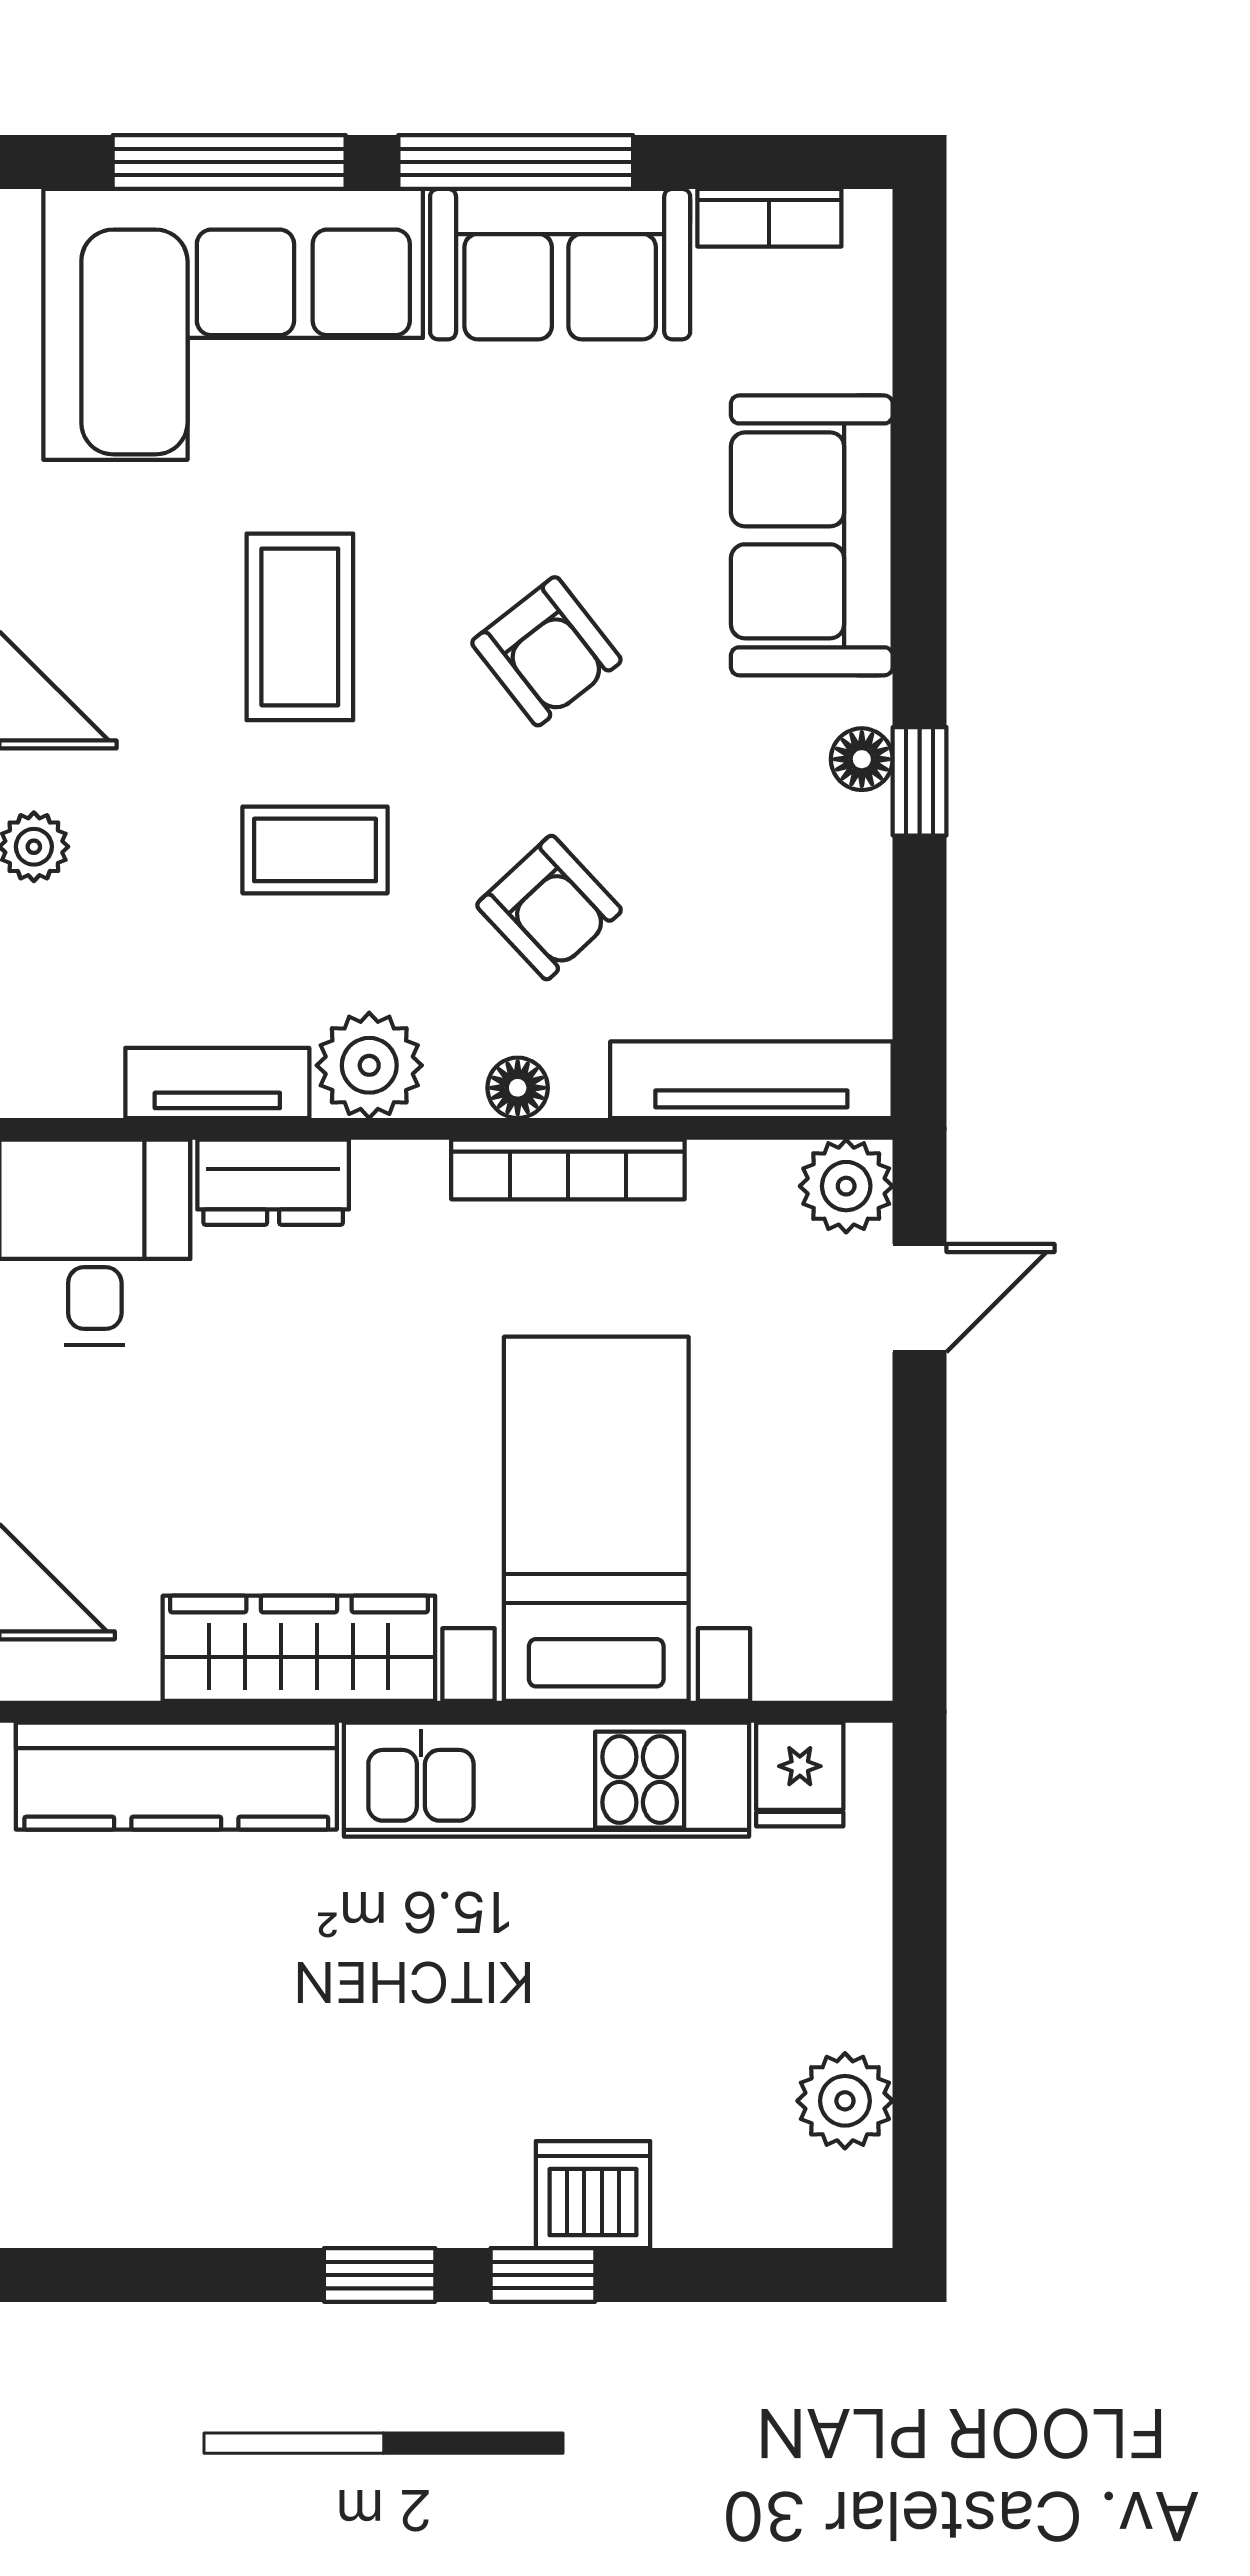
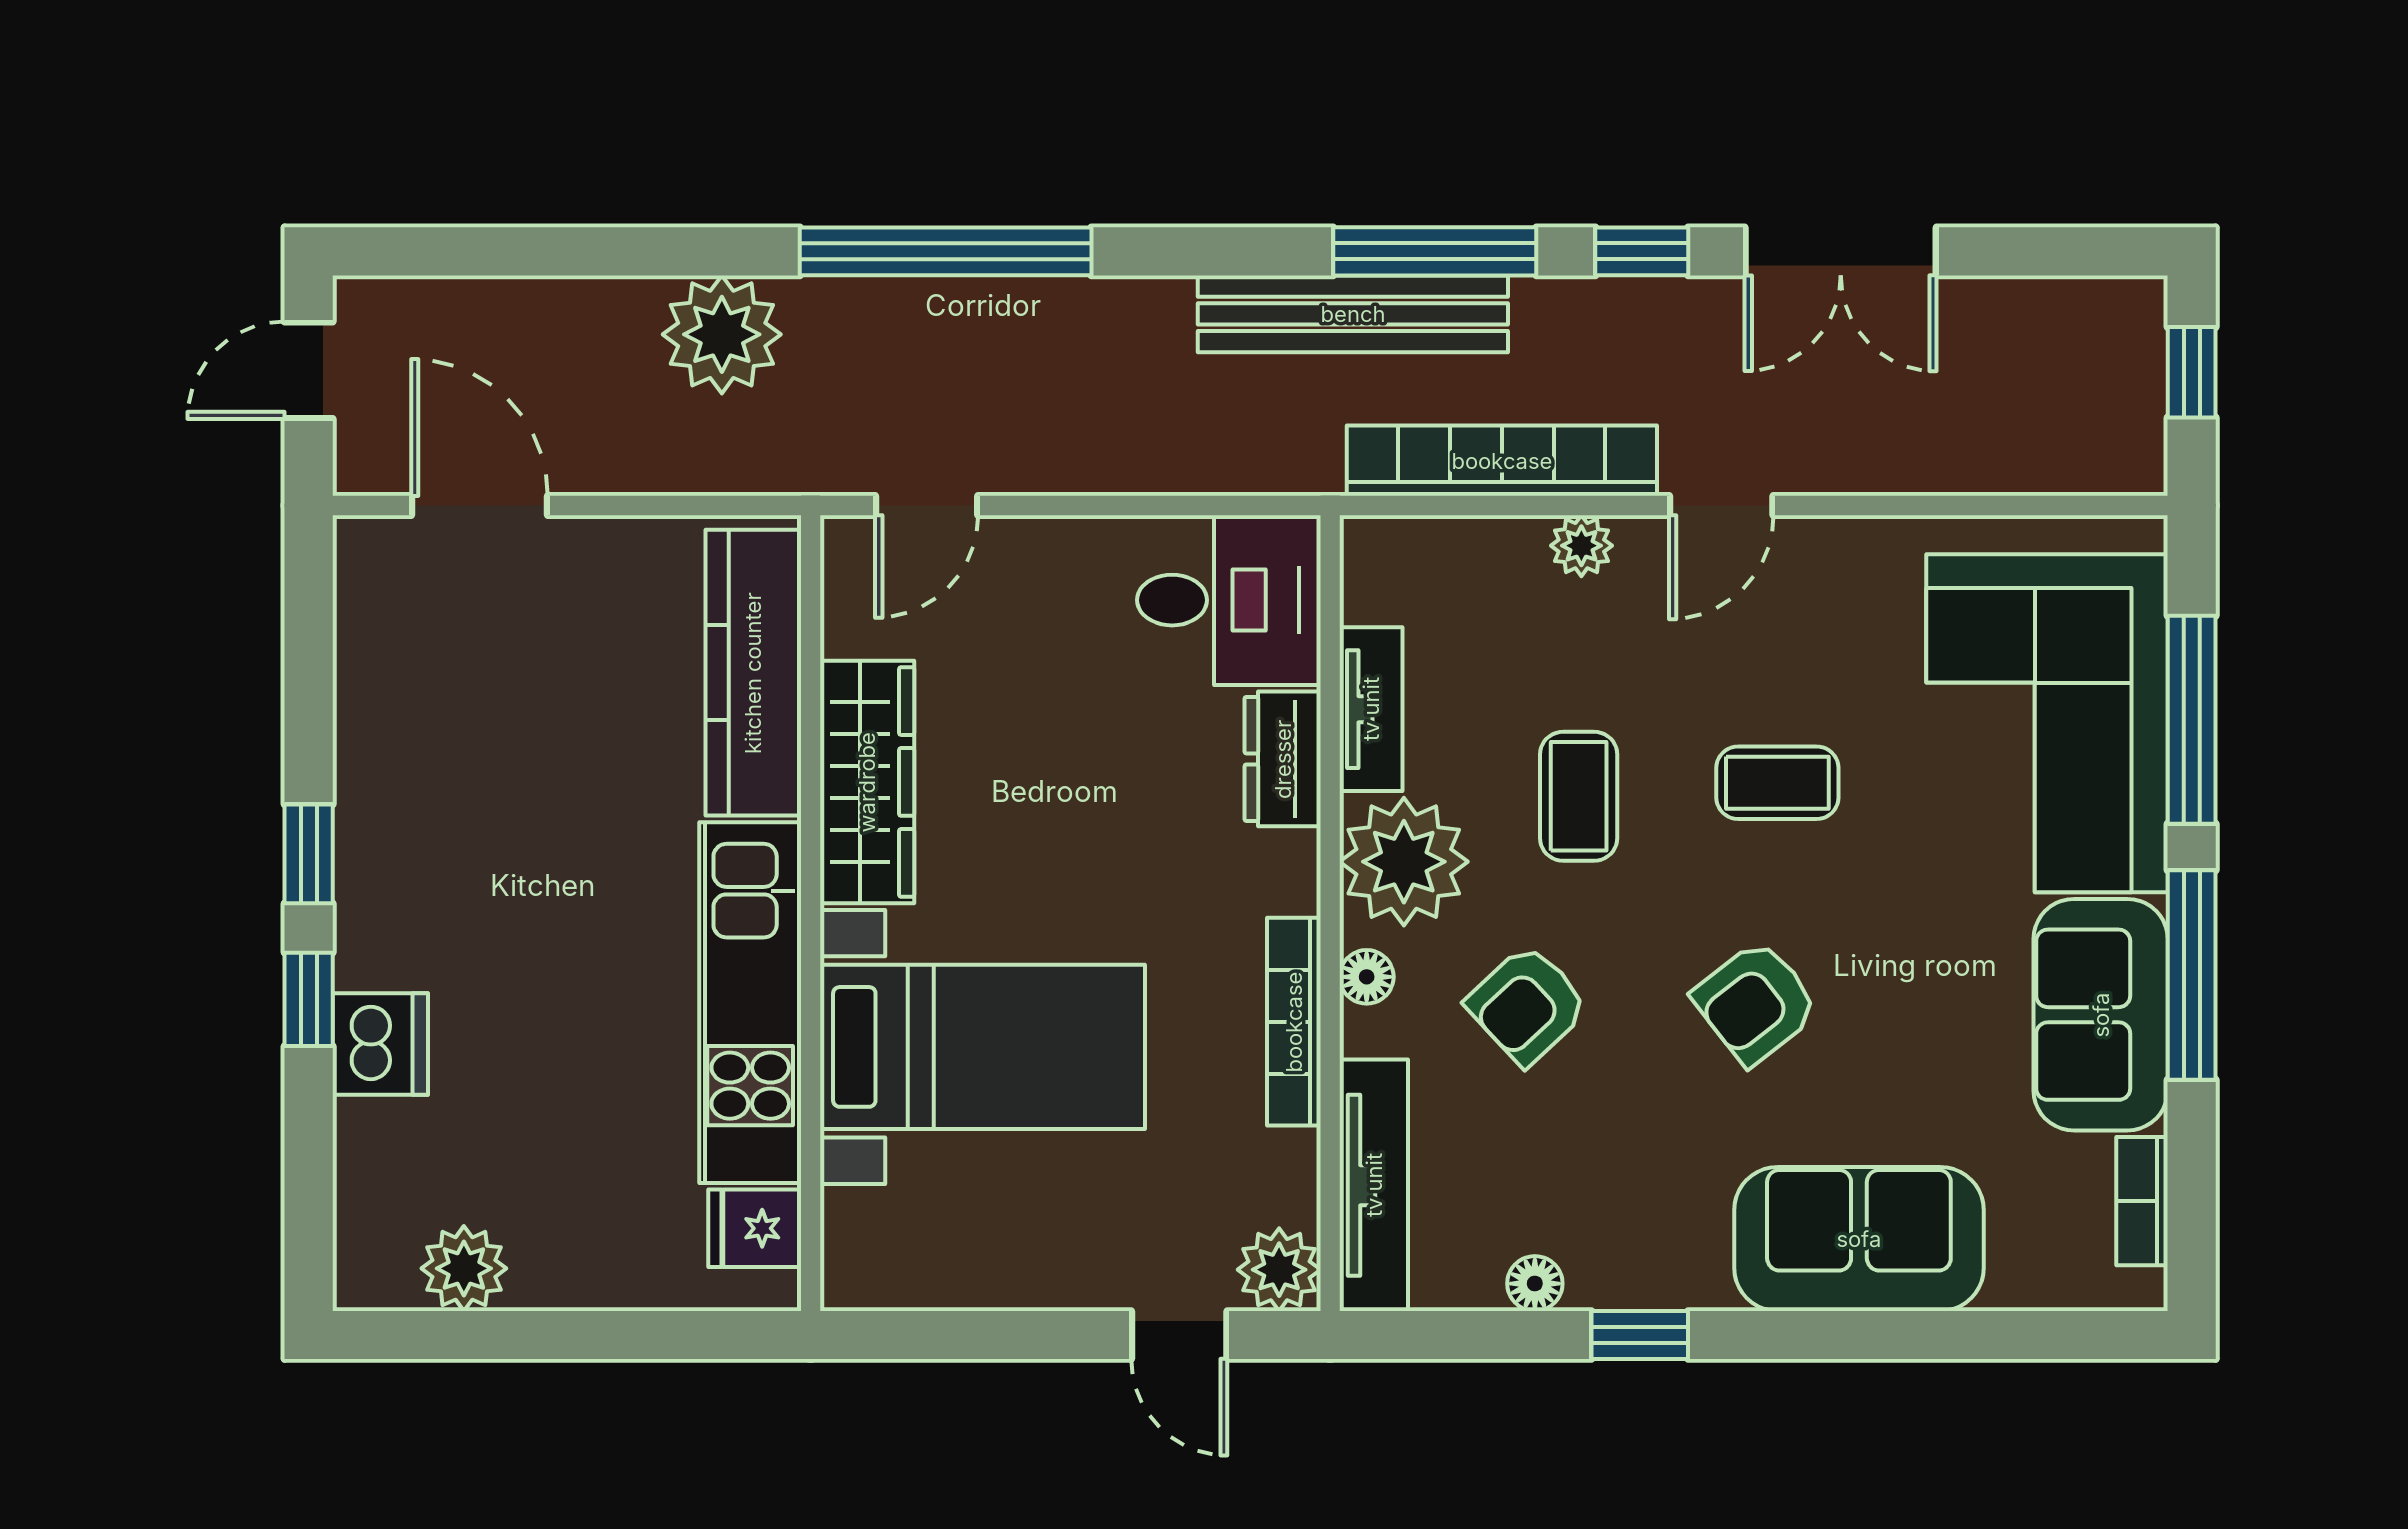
coffee table: (300, 627) -> (1777, 783), width x0.73, depth x0.77
floor lamp: (862, 759) -> (1535, 1284), moved
plant: (369, 1065) -> (1404, 862), width x1.36, depth x1.36

